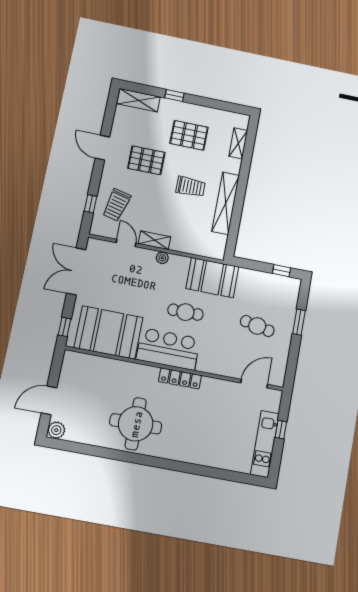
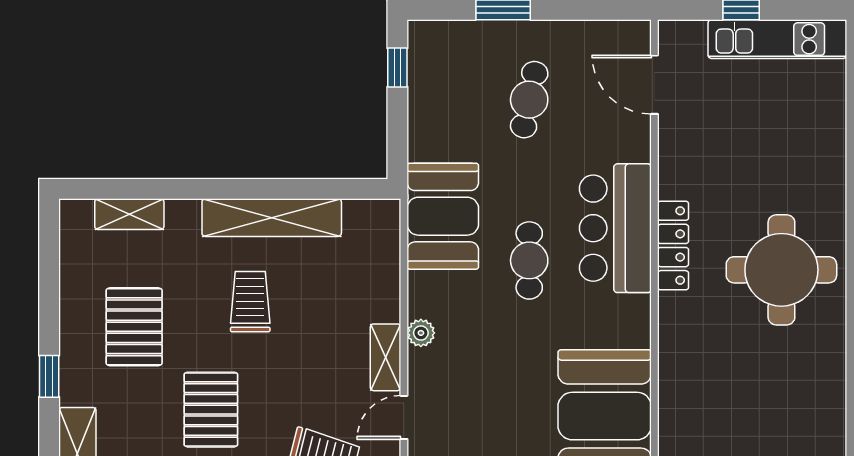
bar counter: (168, 349) -> (615, 228), moved
round table: (136, 424) -> (781, 270), moved

